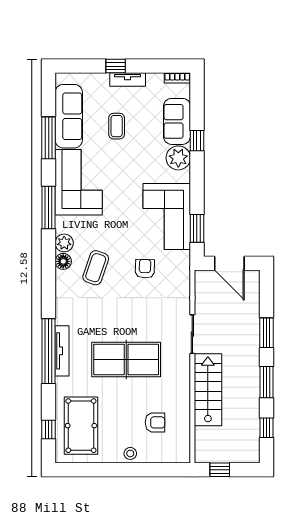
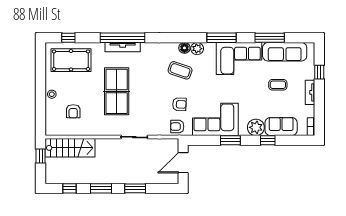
window: (116, 66) -> (319, 72), moved
window: (197, 228) -> (230, 140), moved
armchair: (177, 272) -> (177, 127), added
stairs: (208, 390) -> (70, 148), moved

